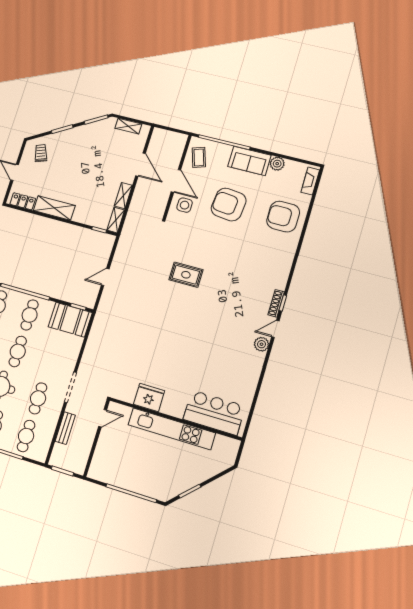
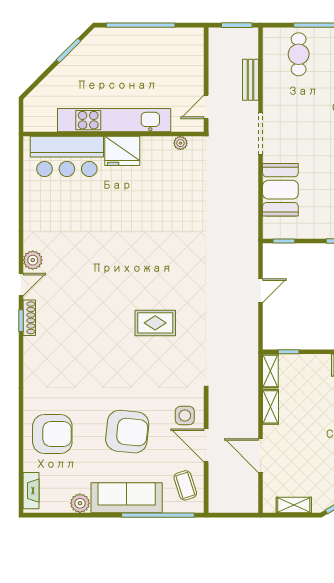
sofa: (249, 161) -> (127, 498), width x1.36
booth: (70, 320) -> (280, 190), moved, turned 90
fridge: (149, 397) -> (122, 151), moved
cafe table: (38, 398) -> (299, 107), removed
plant: (129, 398) -> (180, 143), added

